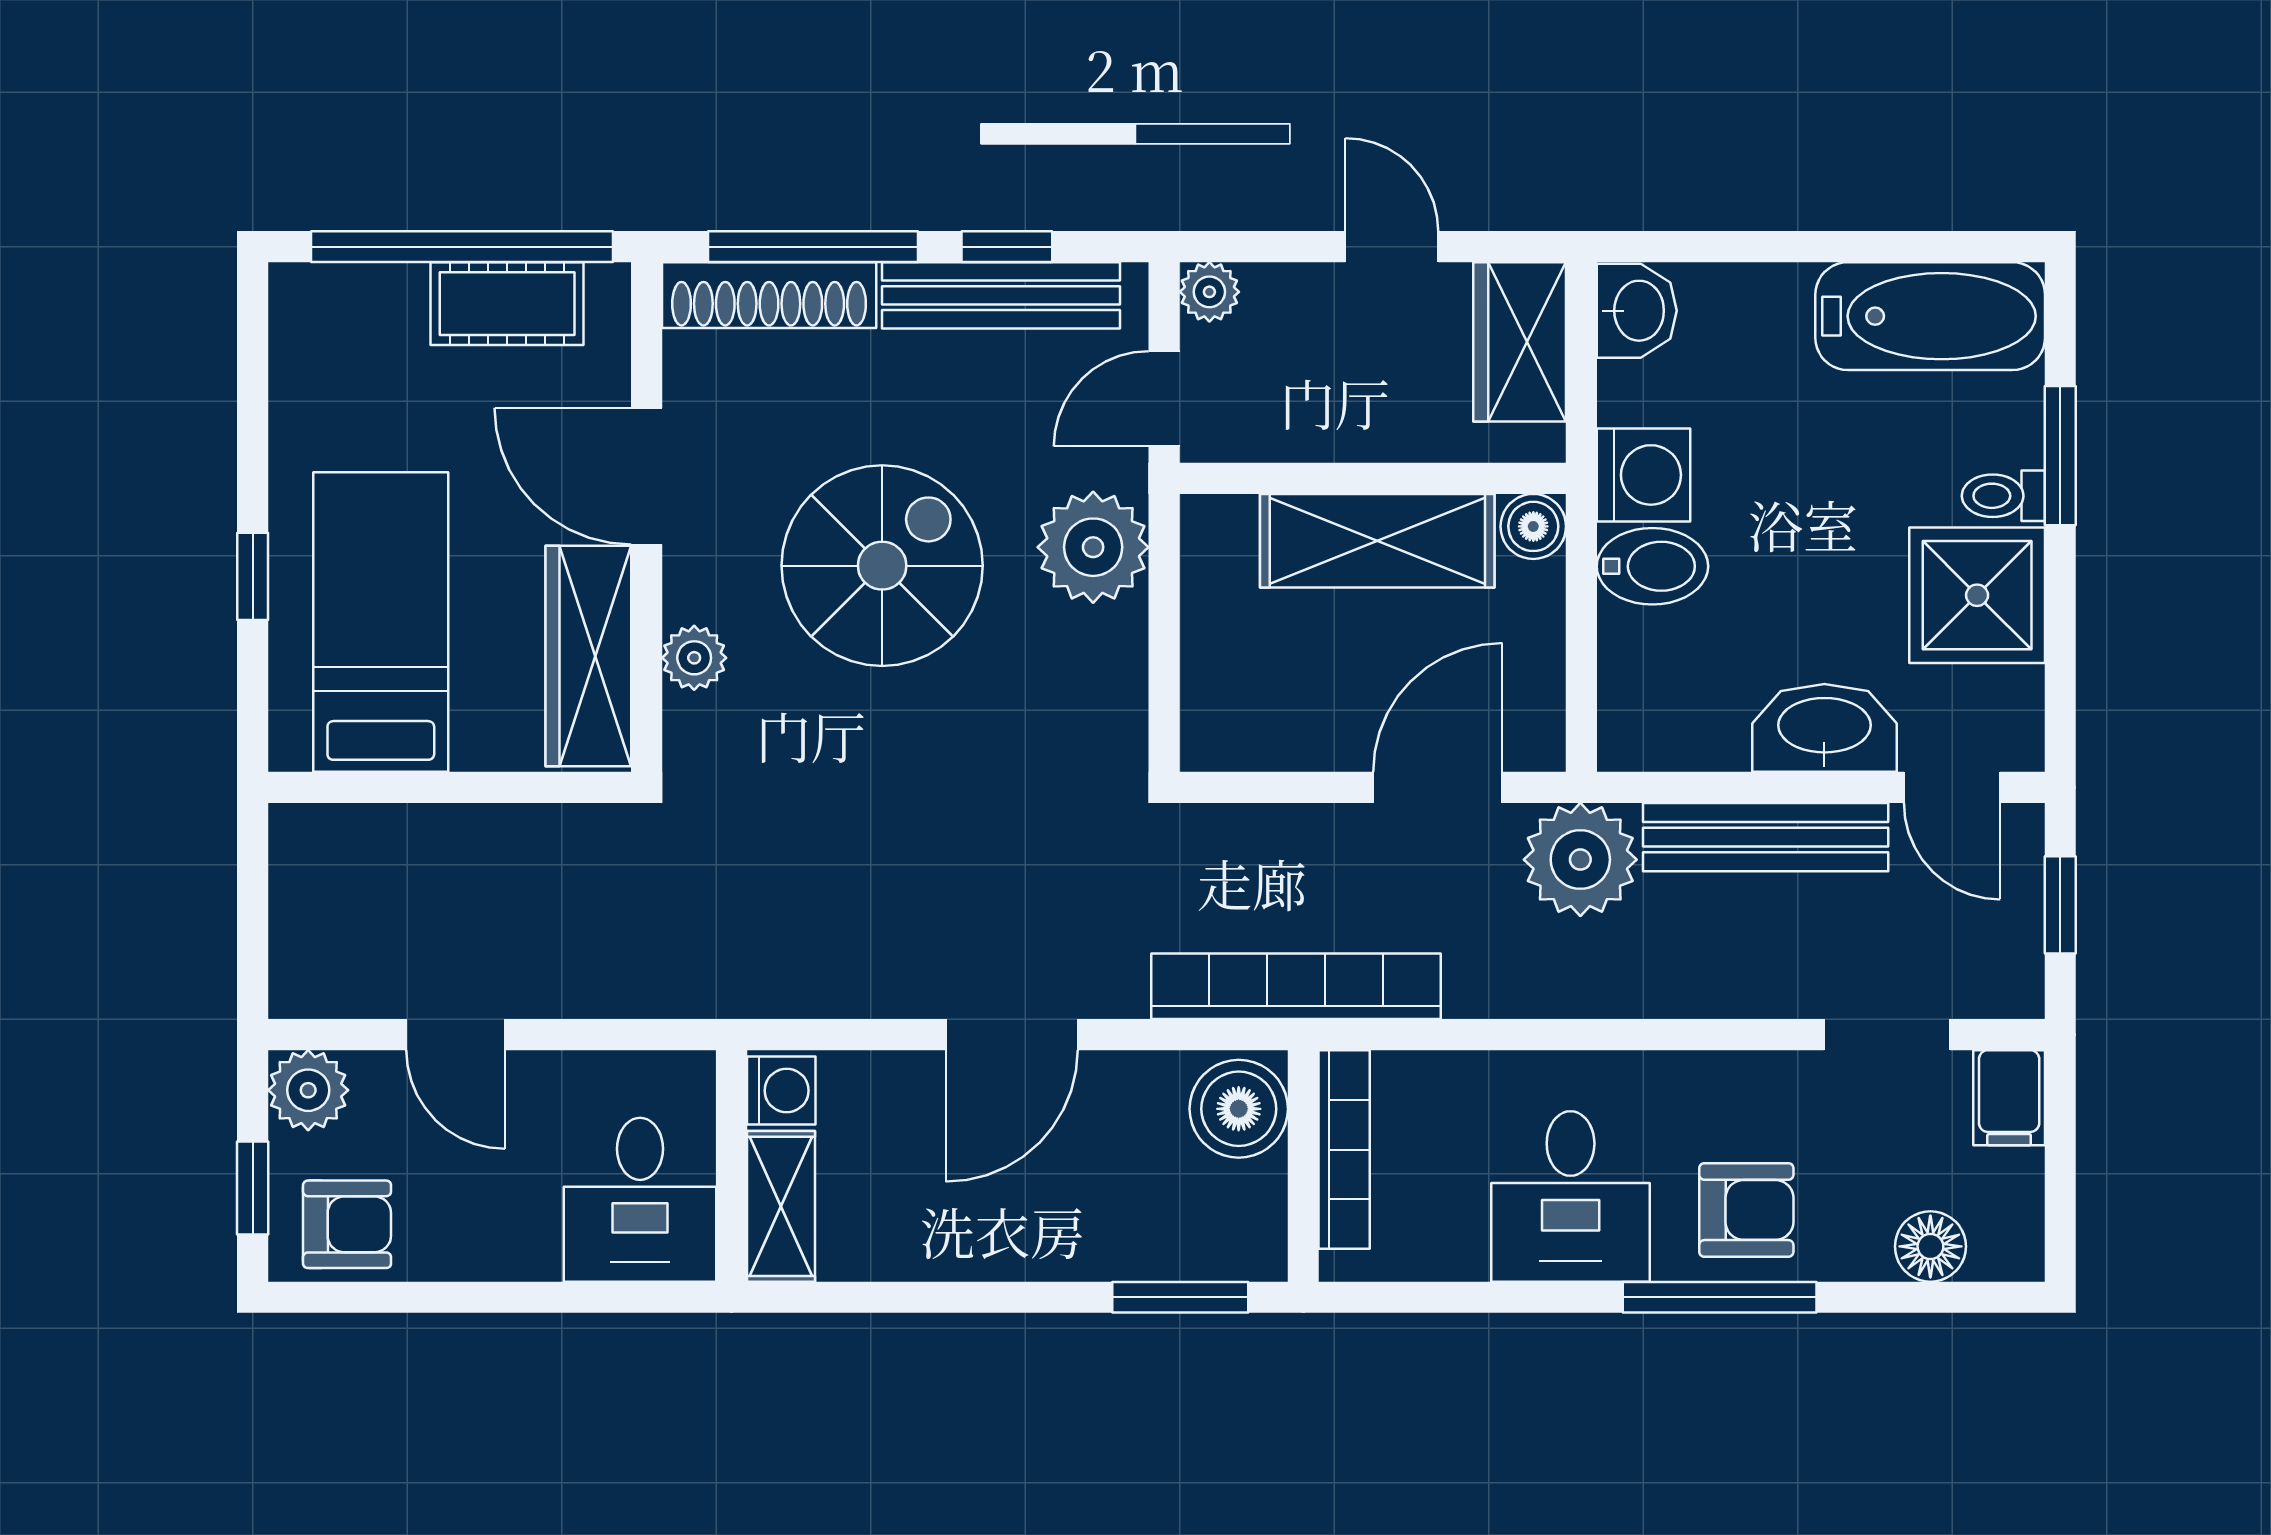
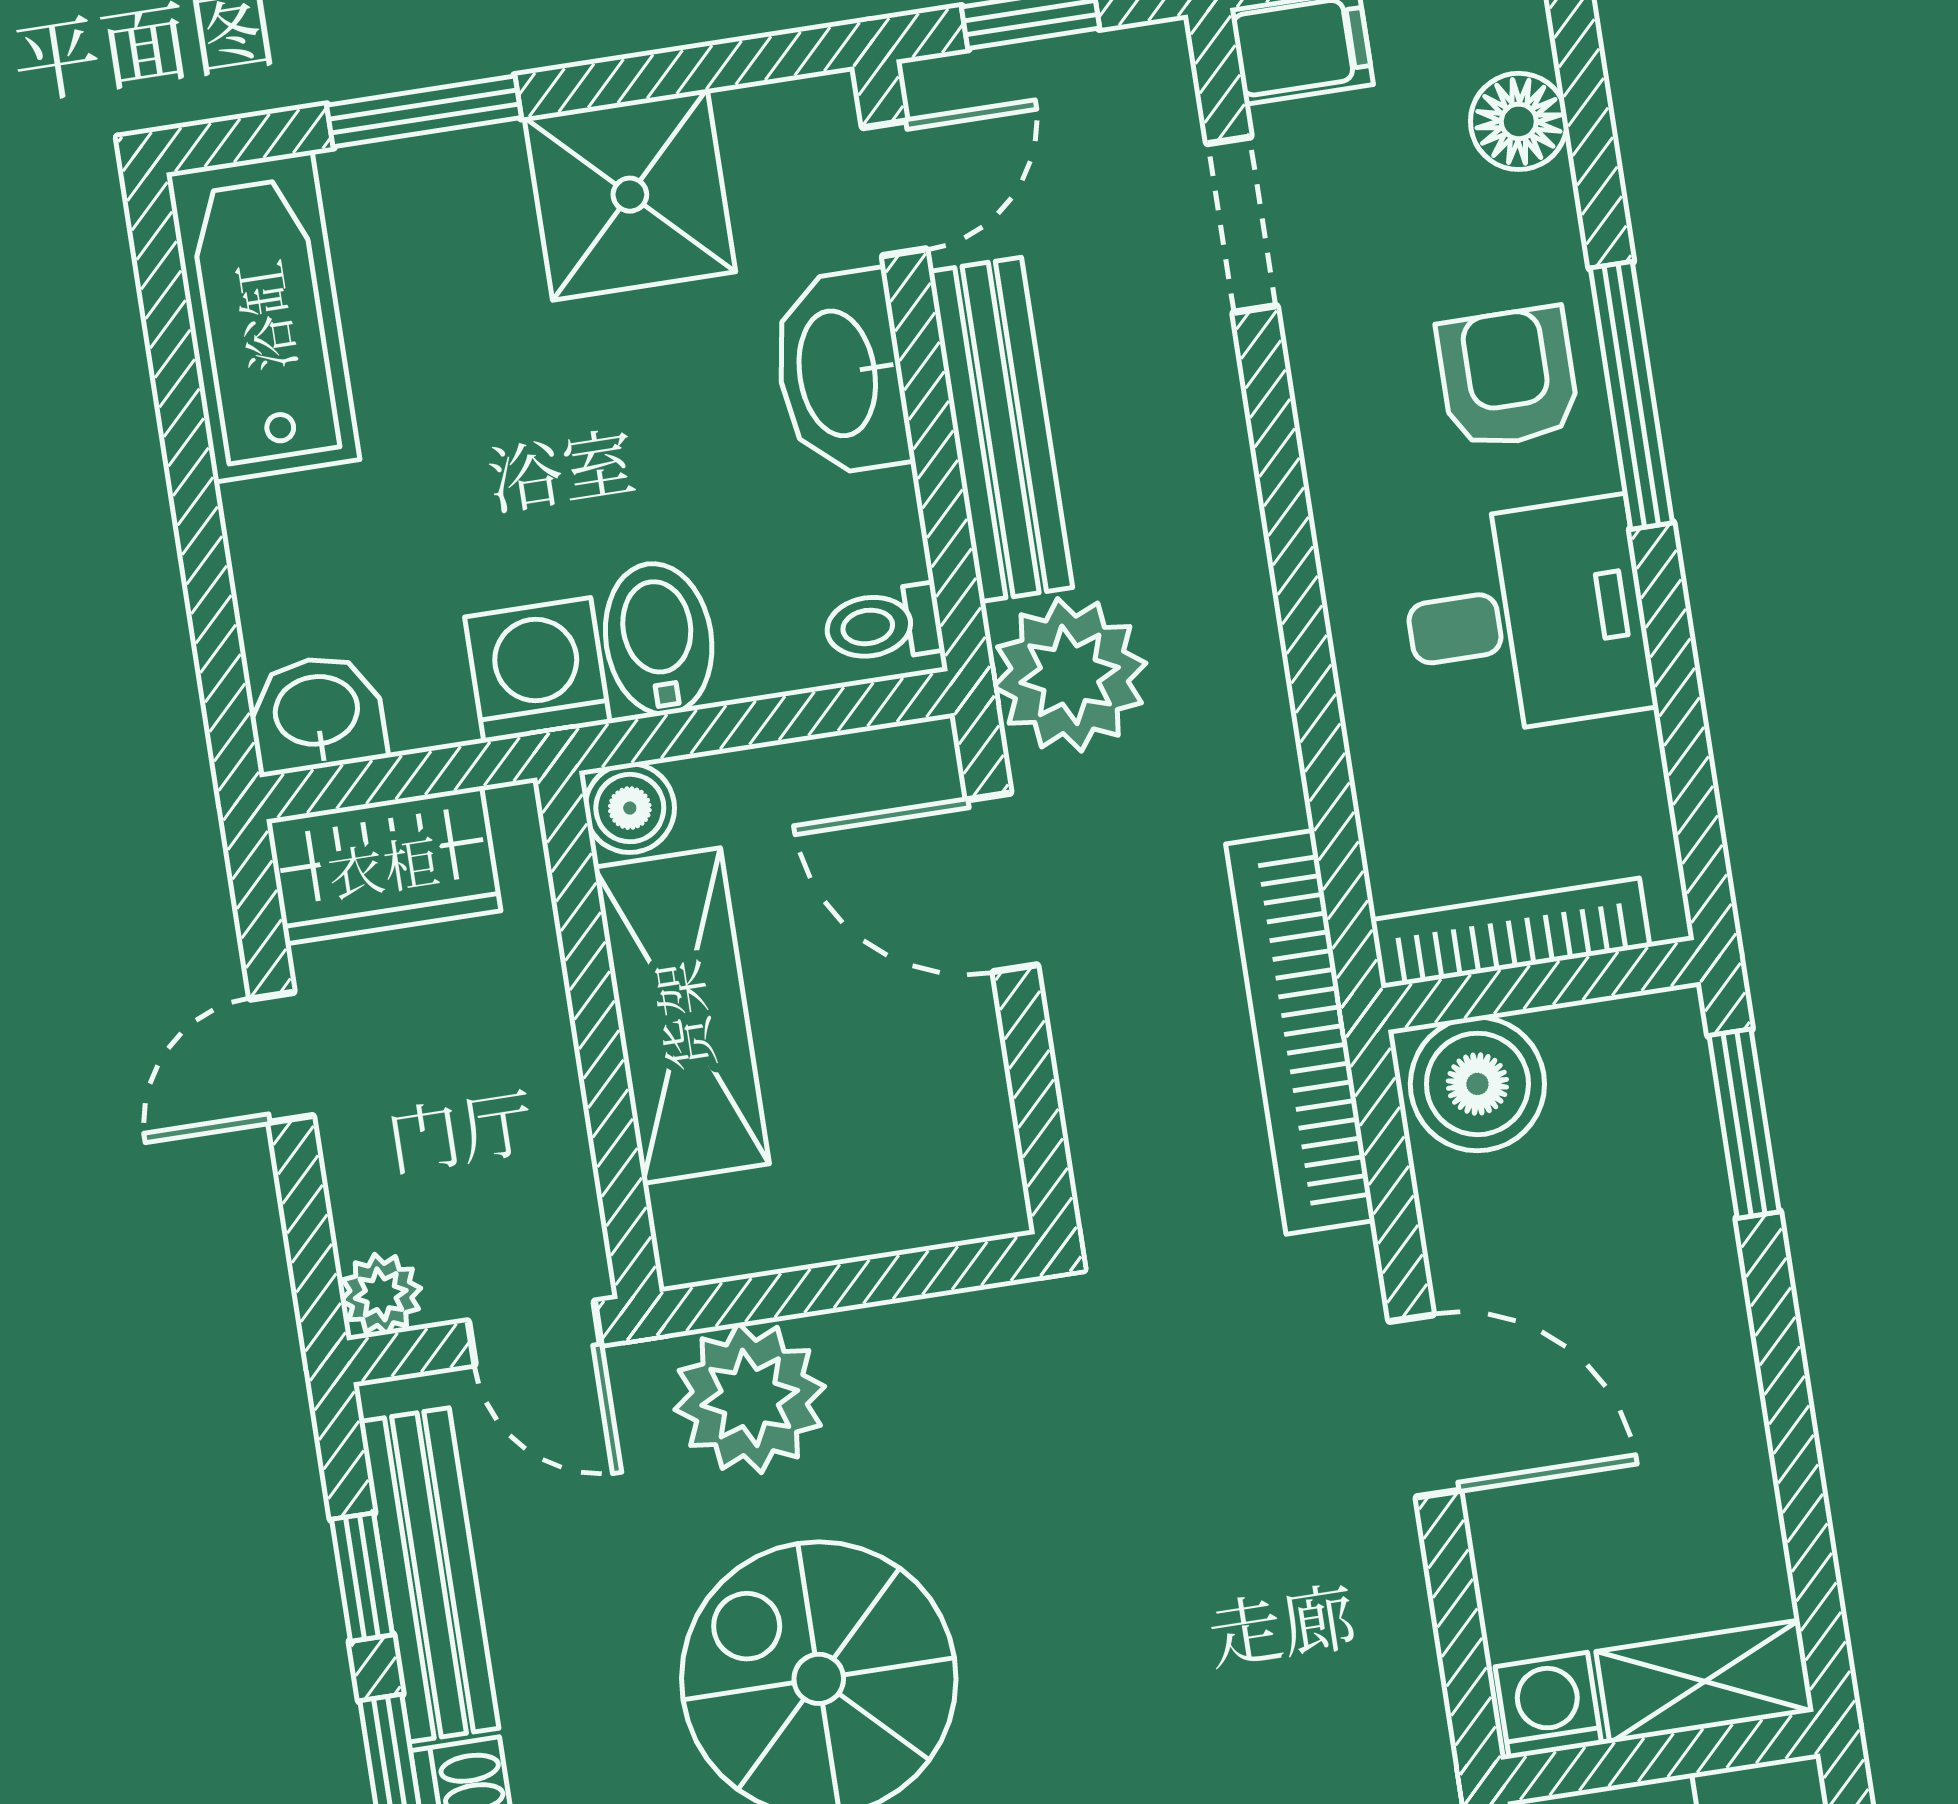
toilet: (2003, 496) -> (883, 625), moved, turned 90

